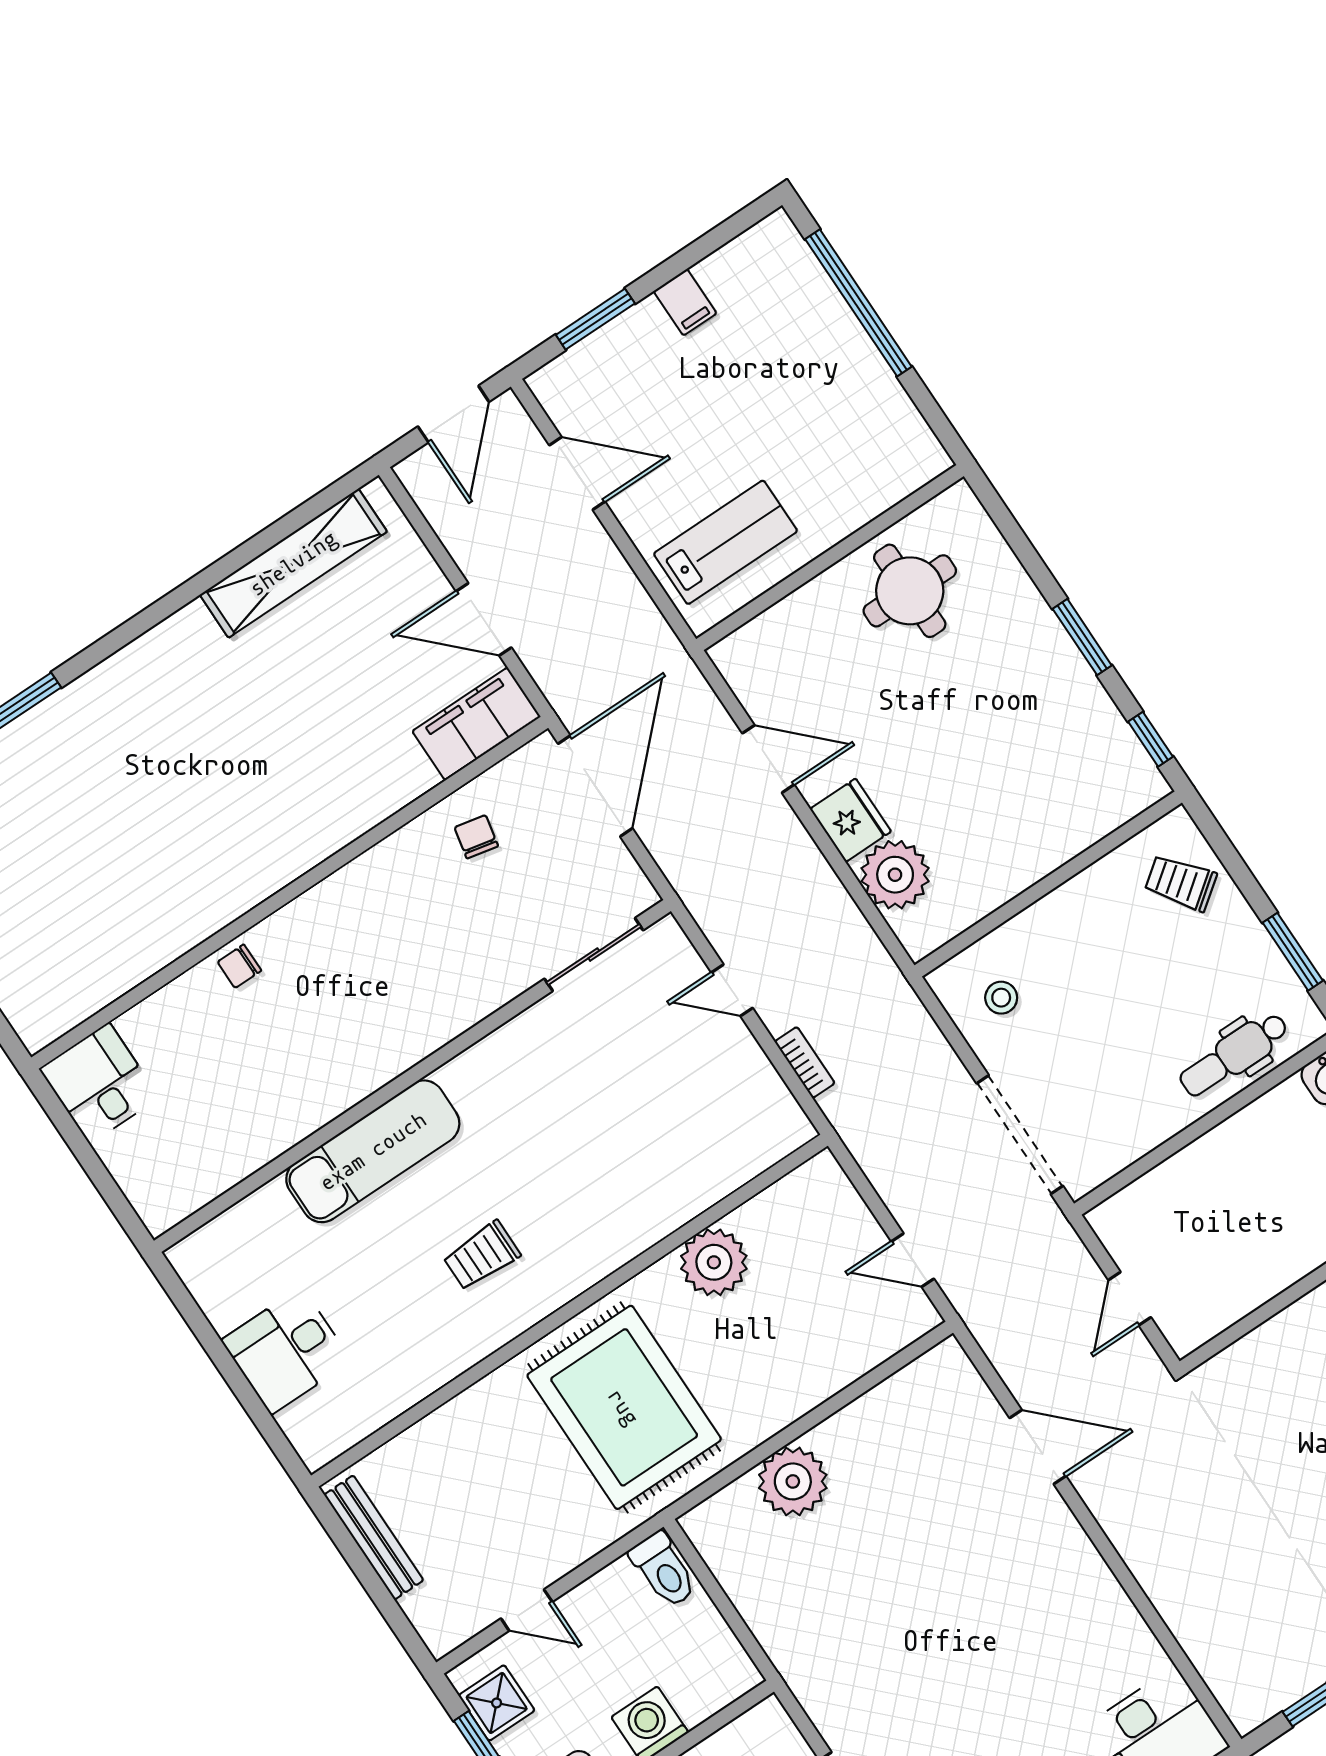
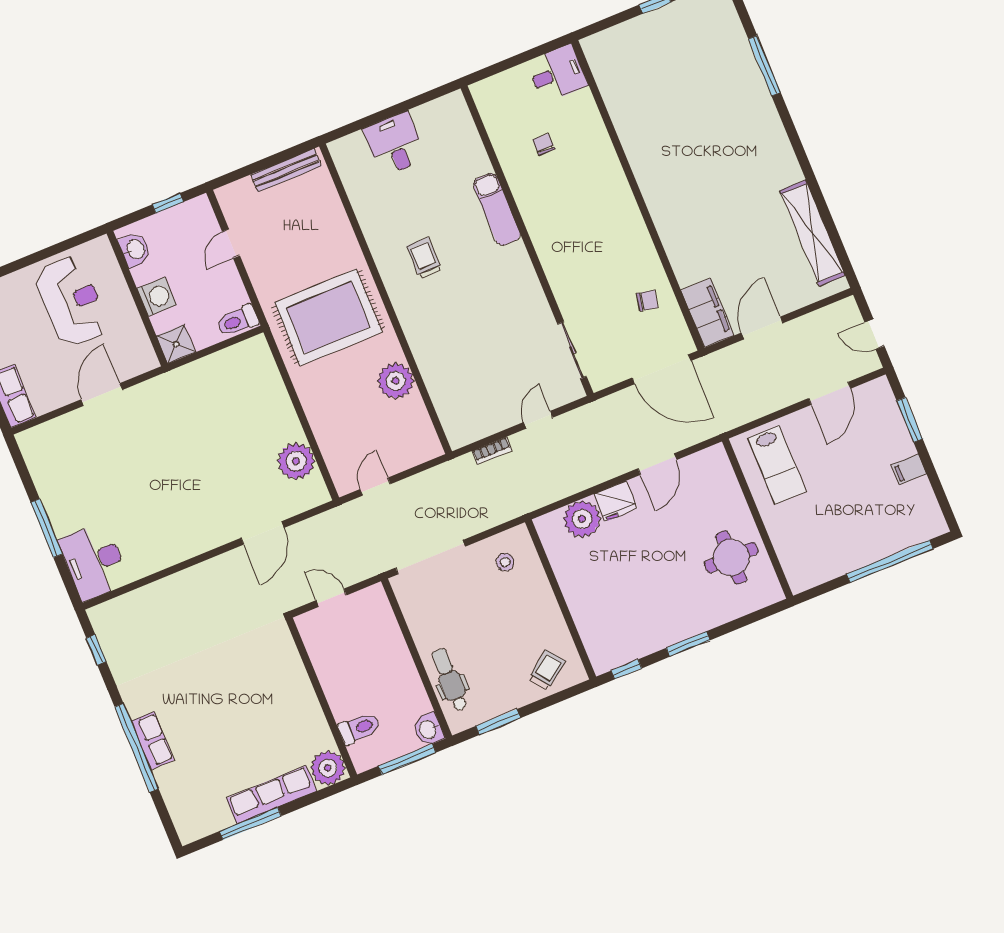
door: (454, 414) -> (875, 334), width x0.73
chair: (239, 966) -> (544, 144), moved
exam couch: (373, 1151) -> (497, 209), width x0.73, depth x0.69
plant: (793, 1481) -> (296, 461), moved
shower: (497, 1703) -> (176, 344), moved

